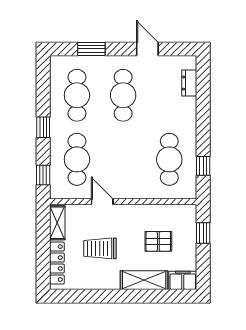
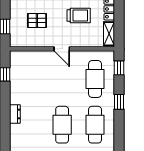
dresser: (189, 83) -> (15, 114), moved
cafe table: (169, 159) -> (29, 79), removed
door: (102, 202) -> (62, 49), moved

